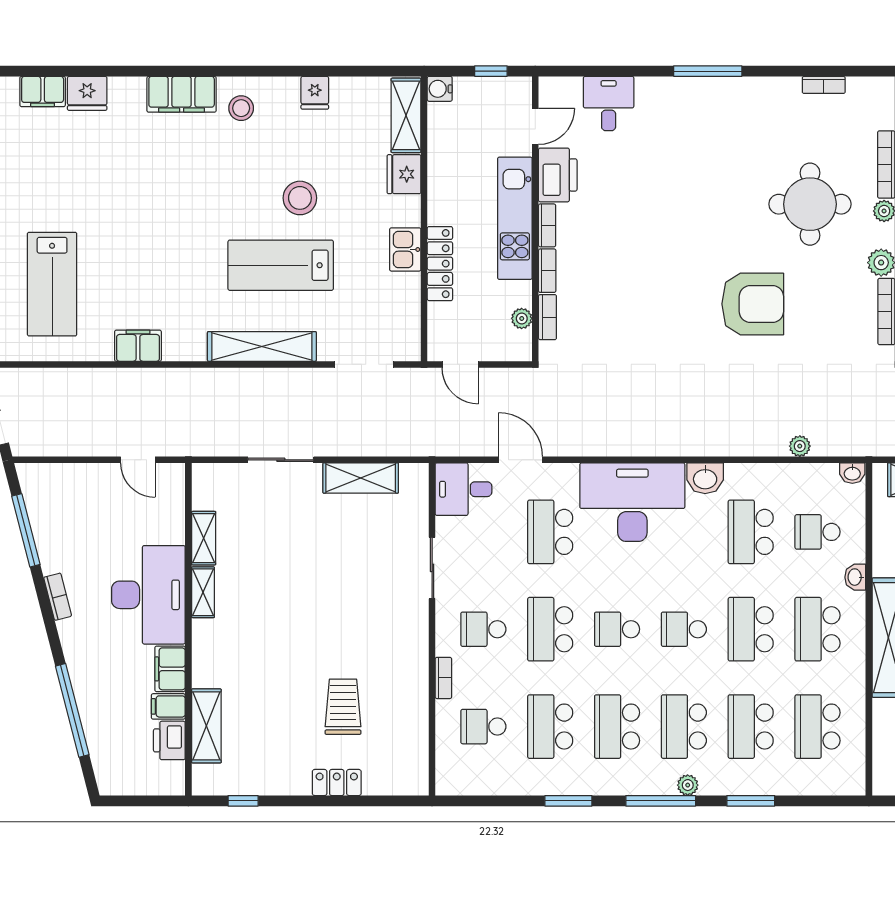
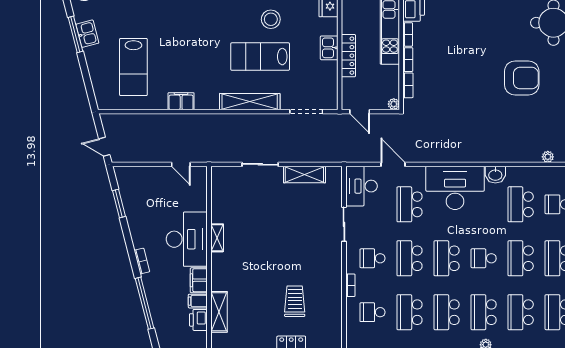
plant: (522, 318) -> (394, 104), moved
desk: (463, 489) -> (361, 186), width x1.37
window: (26, 530) -> (119, 203), width x0.69
shelving: (204, 538) -> (217, 208), removed
bookcase: (58, 597) -> (142, 261), moved
school desk: (617, 629) -> (447, 258), width x1.85

